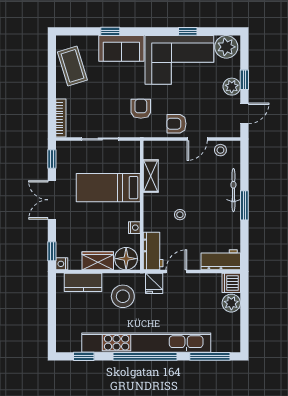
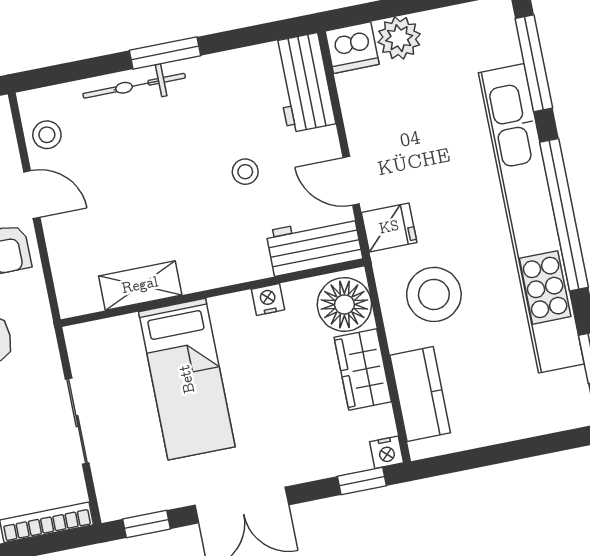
stool: (180, 215) -> (245, 172), moved

